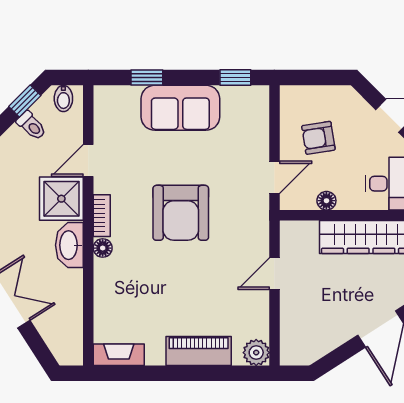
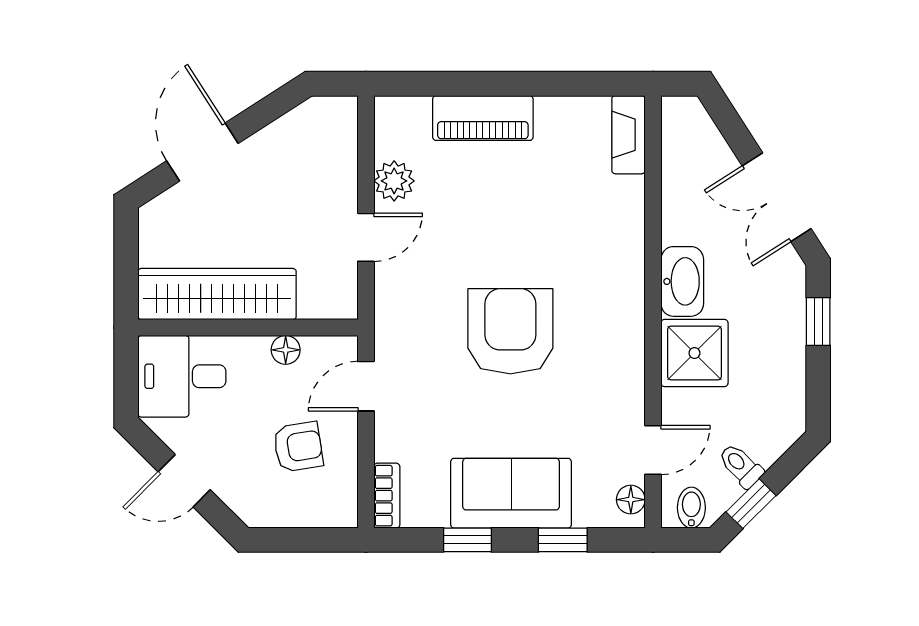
window: (235, 77) -> (467, 540), moved
door: (88, 161) -> (653, 450), moved
bookcase: (102, 216) -> (387, 496), moved, turned 180
floor lamp: (103, 248) -> (631, 500), moved
plant: (256, 353) -> (394, 181), moved
fireplace: (119, 355) -> (628, 135), moved, turned 90

